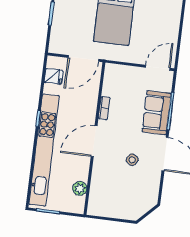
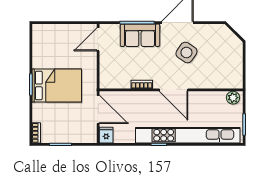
door: (158, 68) -> (98, 39), hinge flipped
fridge: (53, 76) -> (106, 135), moved
side table: (132, 160) -> (186, 52), width x1.87, depth x1.87
plant: (80, 188) -> (233, 98), moved

